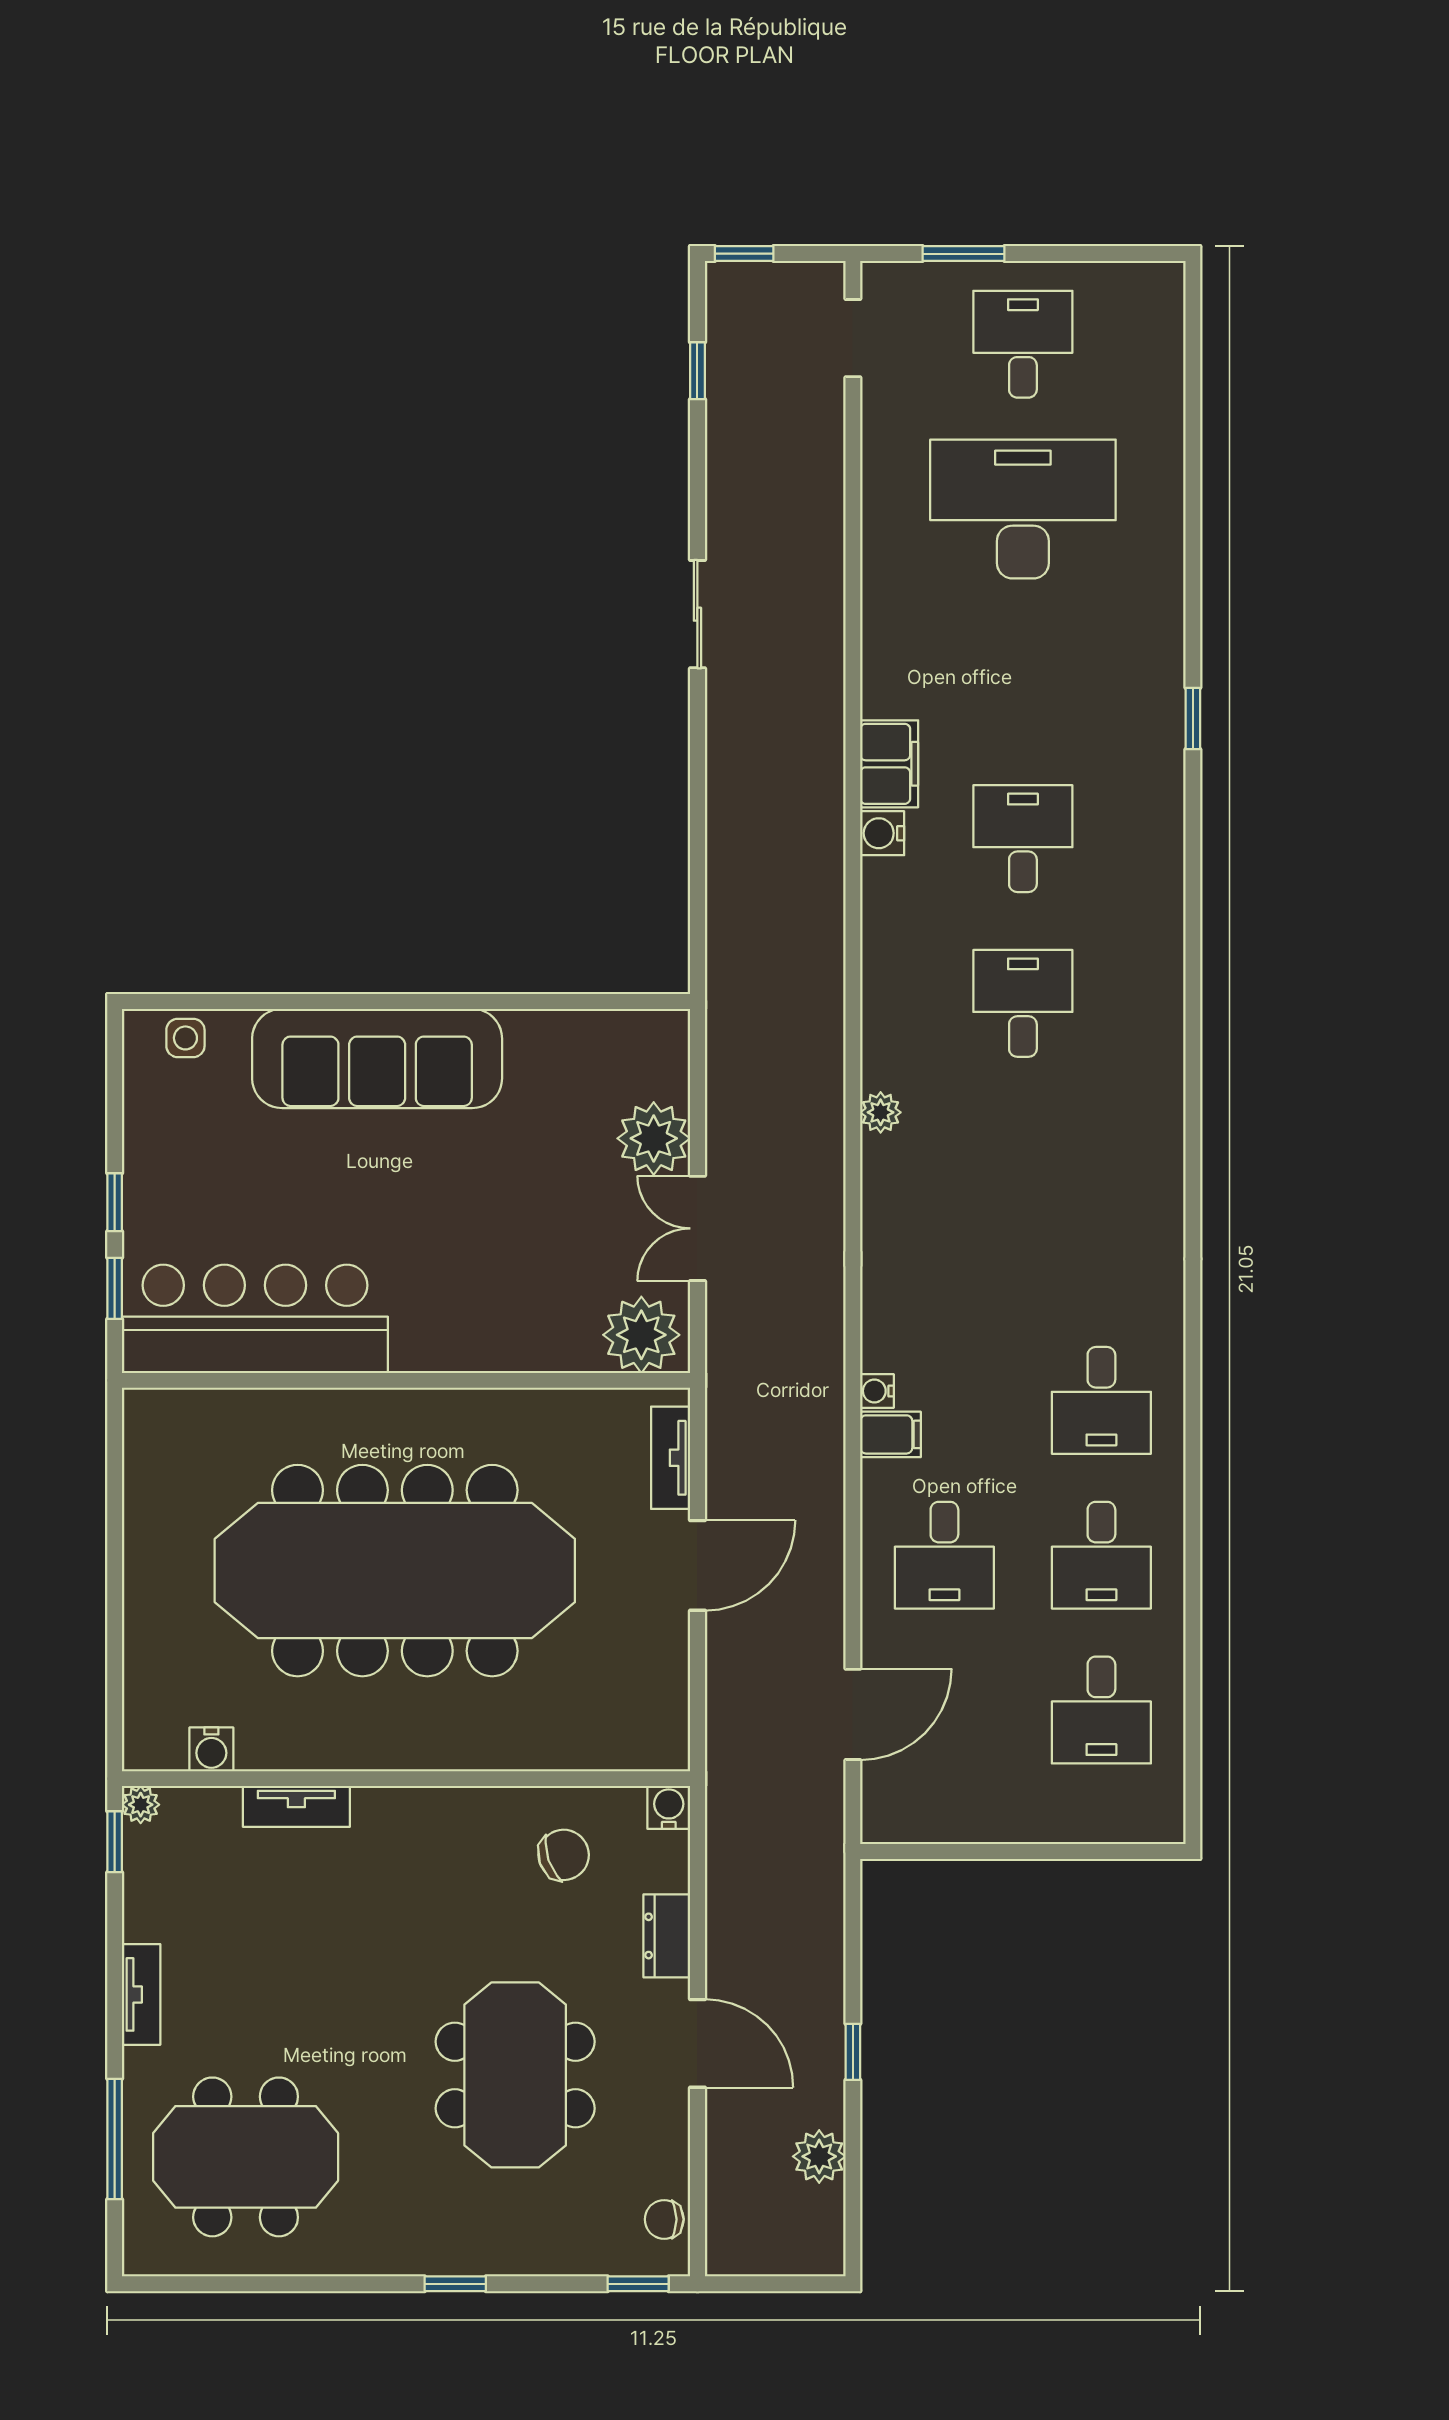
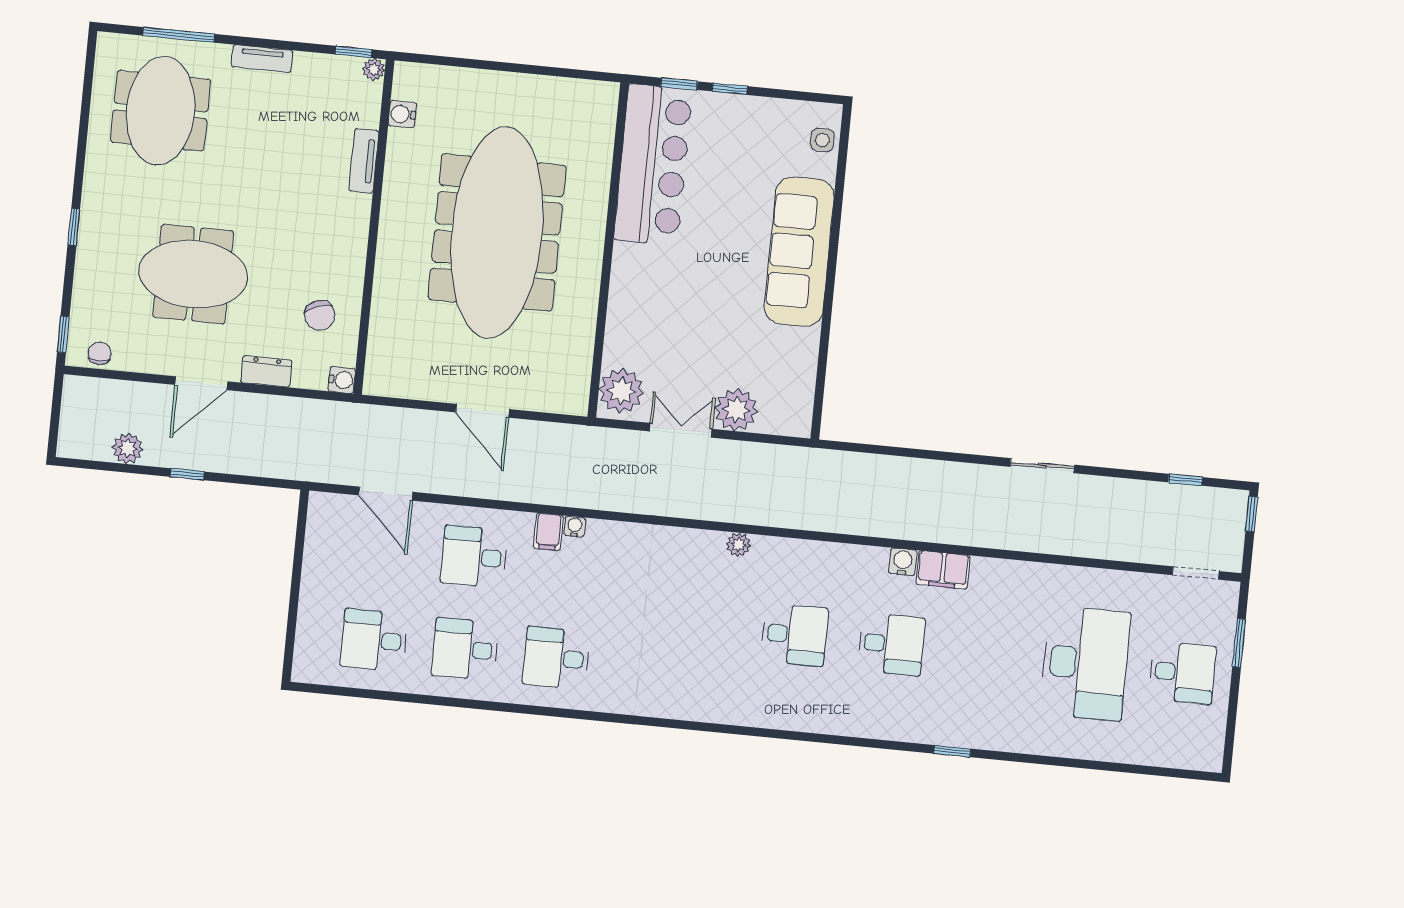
tv unit: (671, 1458) -> (547, 401), removed

